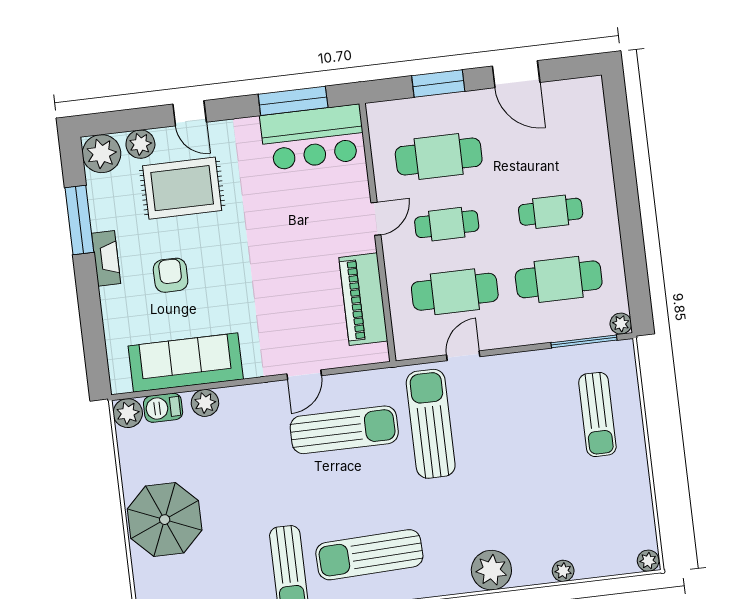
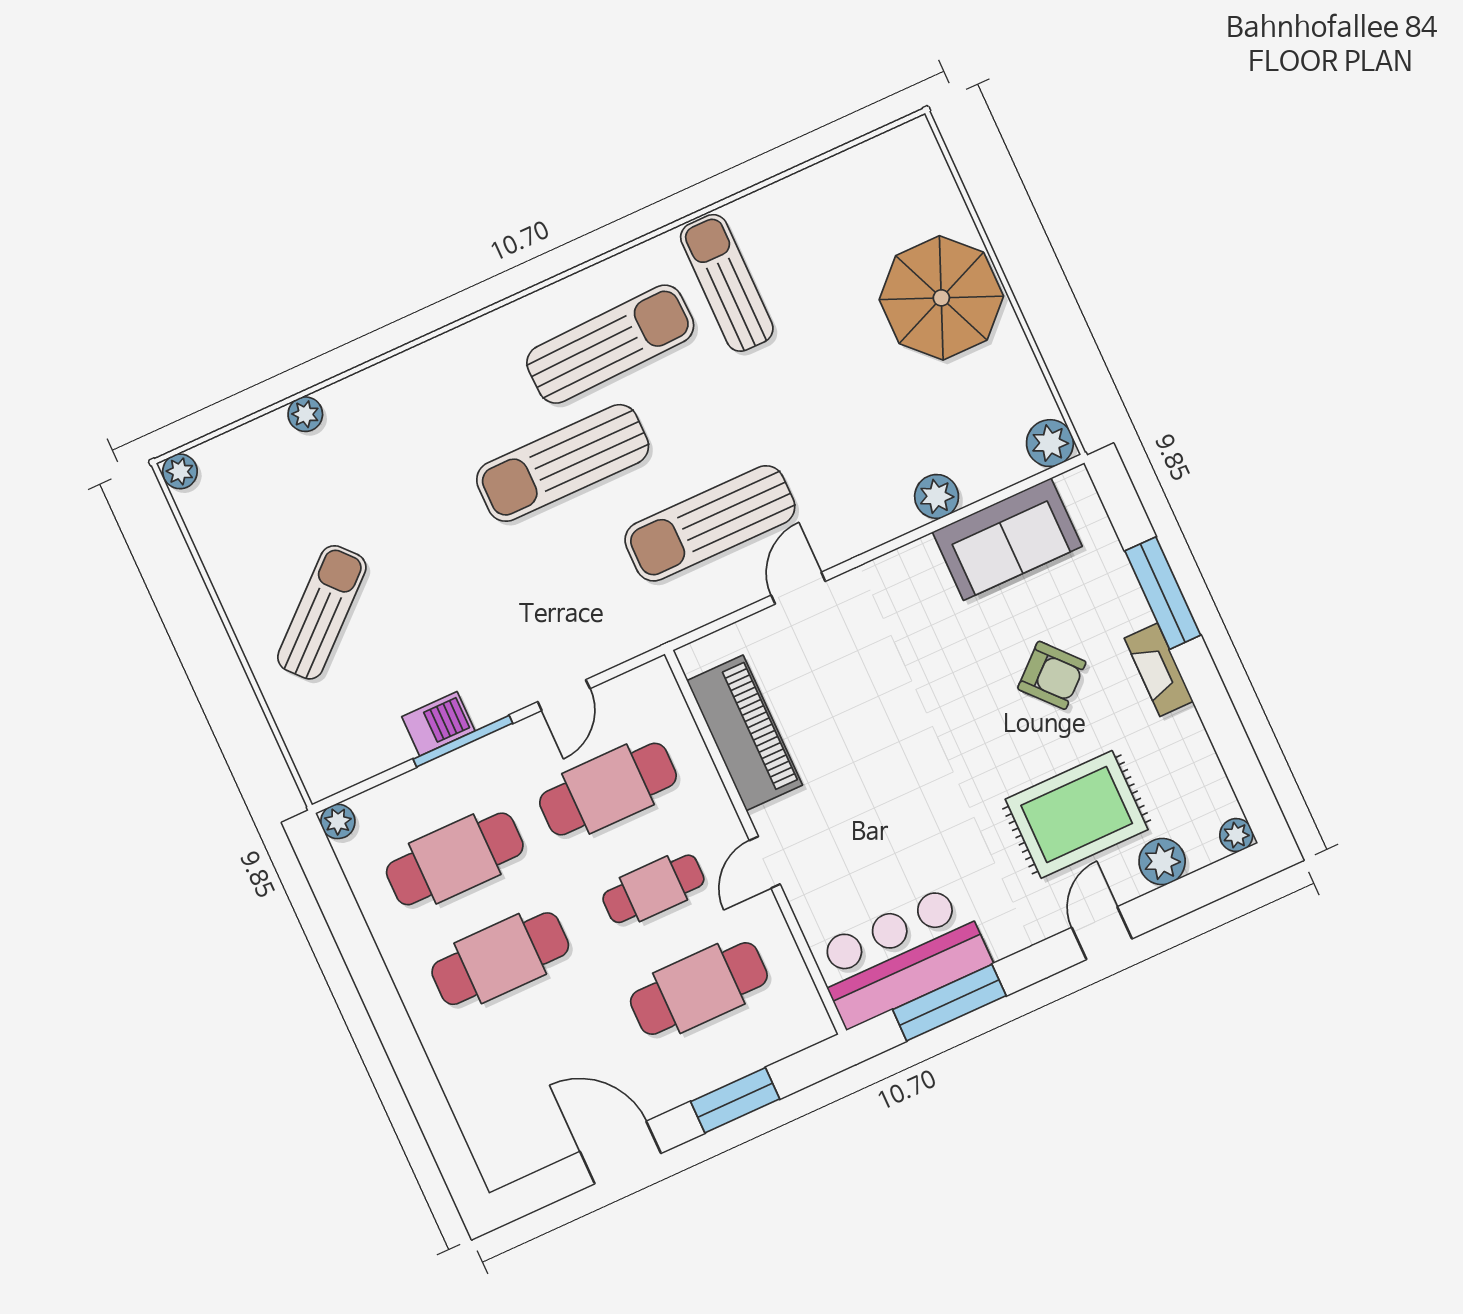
door: (190, 113) -> (1102, 933), hinge flipped
plant: (101, 154) -> (1236, 835), width x0.53, depth x0.53
cafe table: (551, 212) -> (500, 959), width x1.37, depth x1.35
window: (79, 220) -> (1163, 593), moved
armchair: (171, 275) -> (1052, 675), turned -42
window: (584, 341) -> (463, 741), moved
sofa: (186, 363) -> (1007, 539), width x0.73
barbecue: (163, 408) -> (438, 724), moved
sun lounger: (597, 414) -> (322, 612), moved, turned 48
sun lounger: (431, 424) -> (563, 463), moved, turned 90
plant: (491, 570) -> (416, 380), removed

